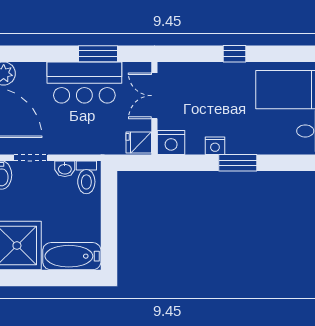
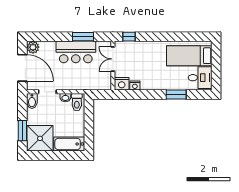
window: (234, 54) -> (129, 37), moved
fridge: (139, 142) -> (105, 84), removed
nightstand: (215, 146) -> (135, 86), moved
window: (238, 163) -> (176, 95), moved

